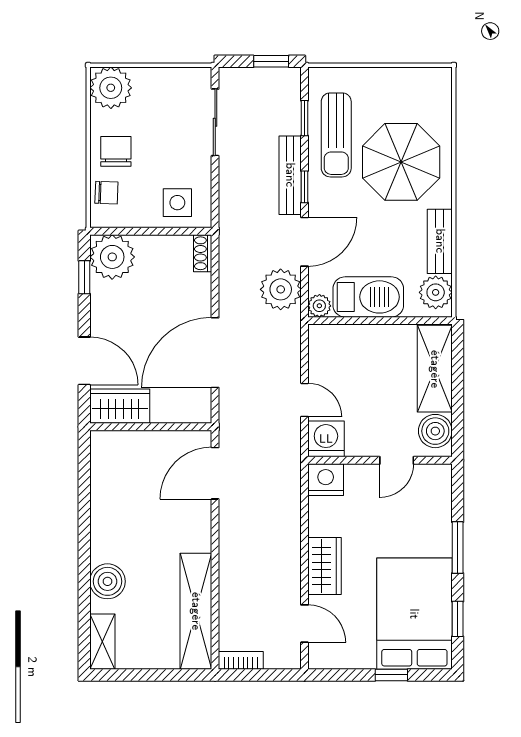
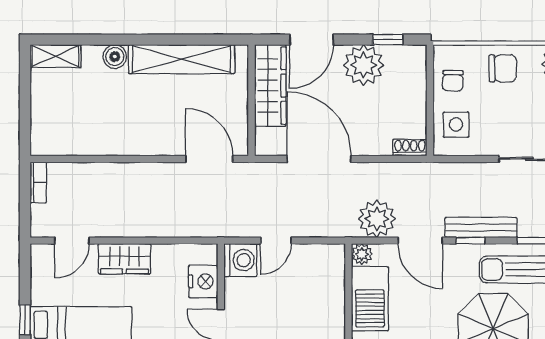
chair: (106, 193) -> (453, 81), moved
plant: (112, 257) -> (364, 65), moved
wardrobe: (120, 406) -> (270, 86), width x1.50
nightstand: (326, 480) -> (203, 281), moved
boiler: (107, 581) -> (115, 57), width x0.73, depth x0.73
shelving: (196, 611) -> (182, 59), moved

